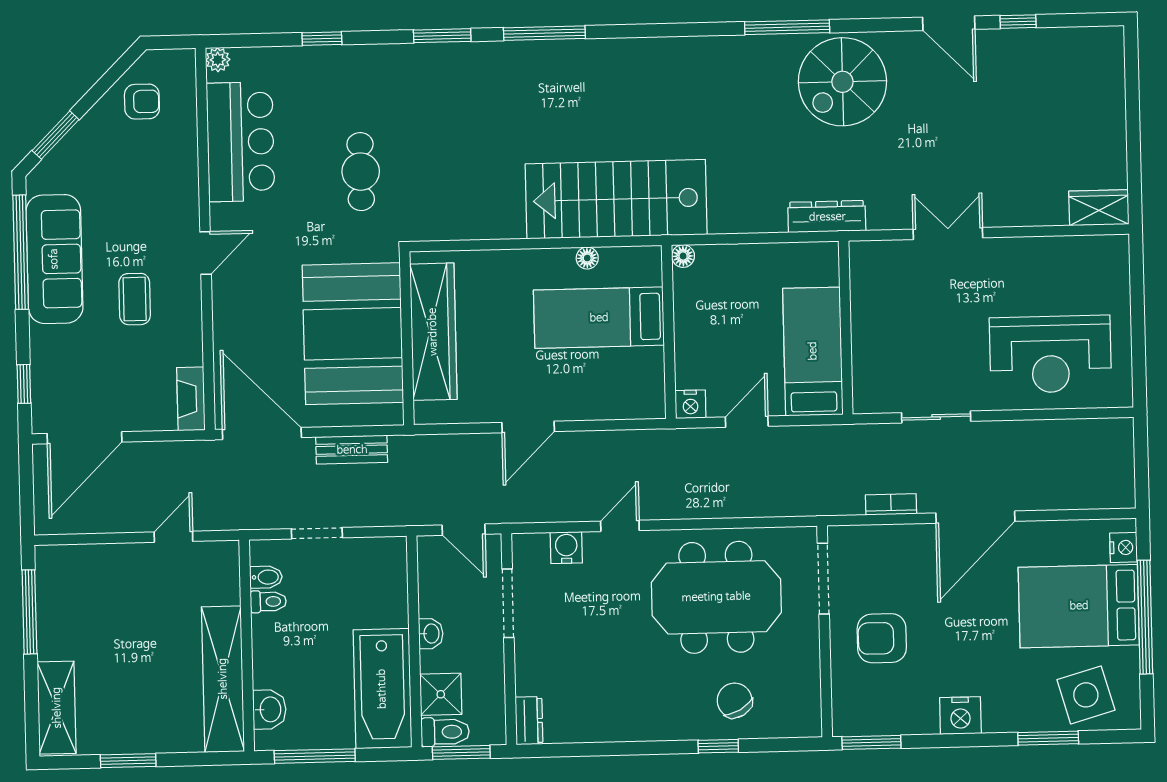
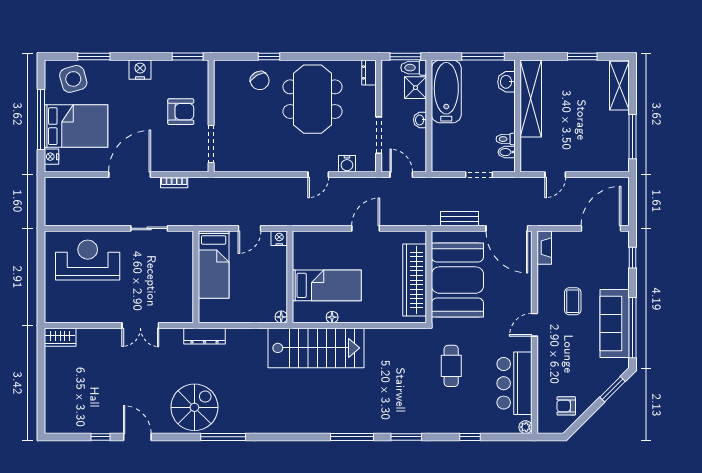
meeting table: (716, 597) -> (313, 99), moved, turned 90

